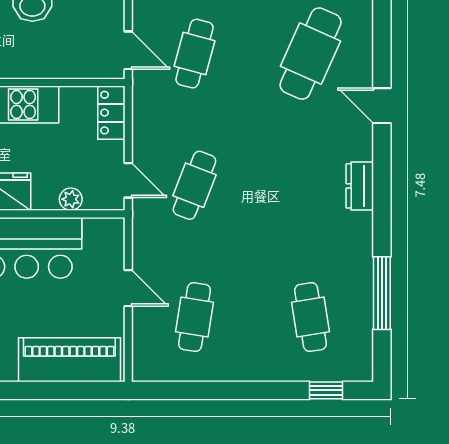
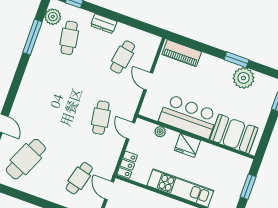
cafe table: (194, 185) -> (101, 118), turned -30
dresser: (360, 186) -> (104, 24), moved, turned 90
plant: (357, 347) -> (53, 17), added
piano: (69, 360) -> (182, 53), width x0.73, depth x0.75

